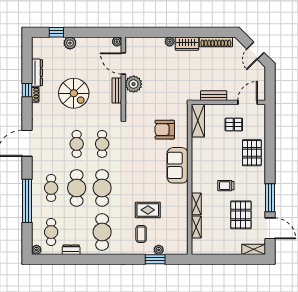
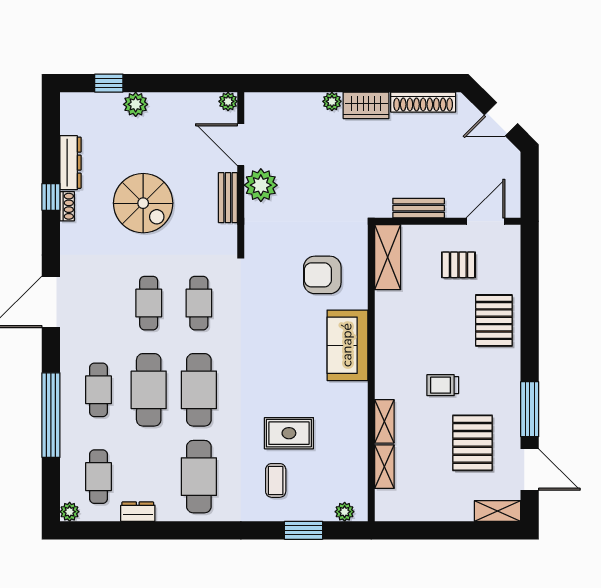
door: (255, 51) -> (501, 119), hinge flipped
plant: (159, 250) -> (345, 512), moved

